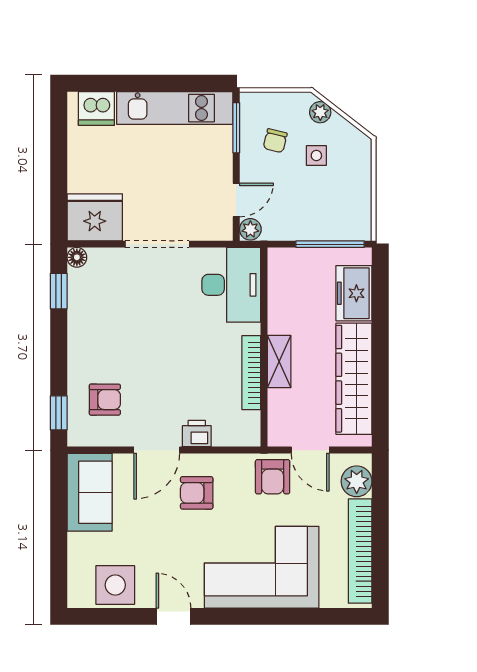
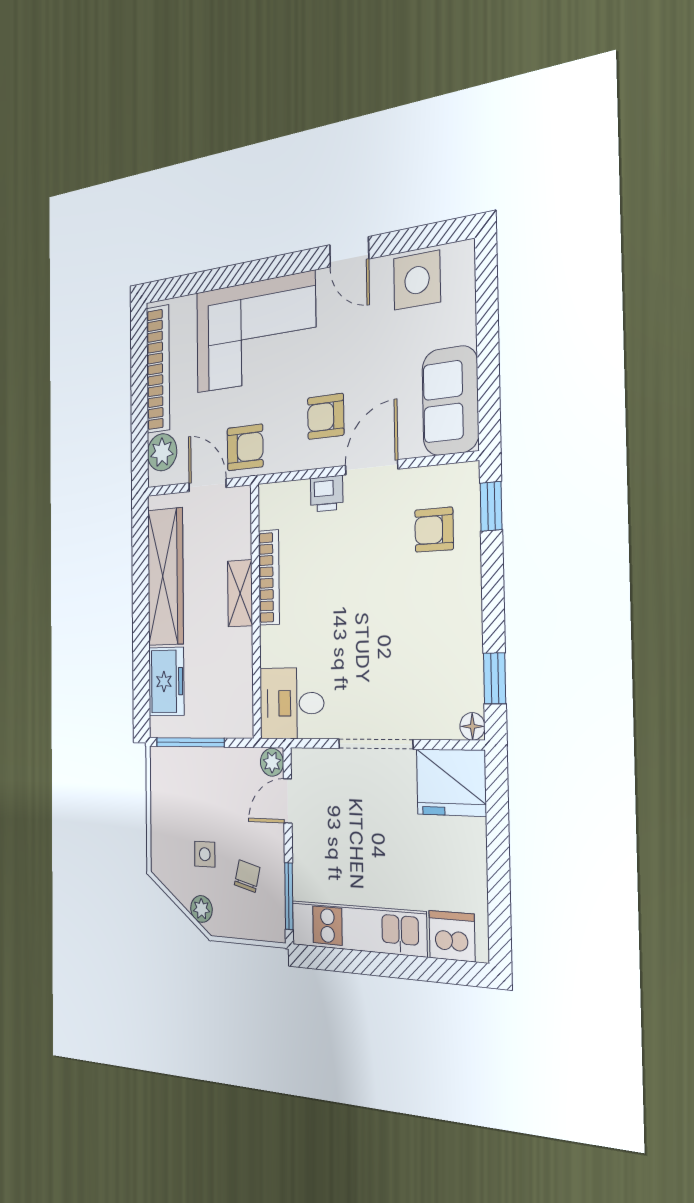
desk: (231, 285) -> (292, 703), width x0.73
armchair: (273, 477) -> (245, 447), turned 90
armchair: (197, 493) -> (326, 416), turned 180

